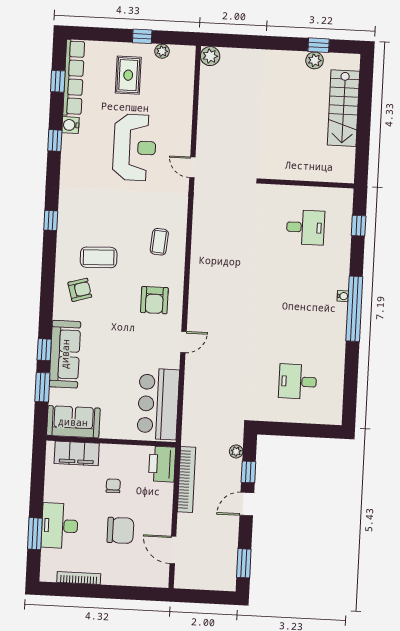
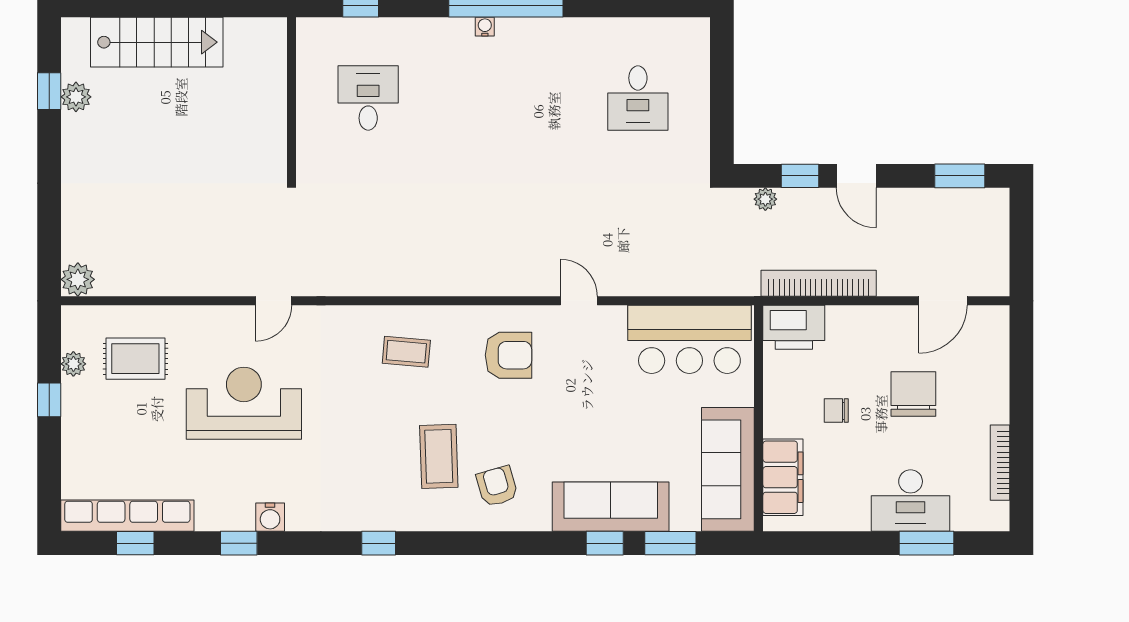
rug: (128, 75) -> (135, 359), moved
water cooler: (70, 125) -> (270, 517), moved
sofa: (73, 422) -> (728, 469), width x1.36

